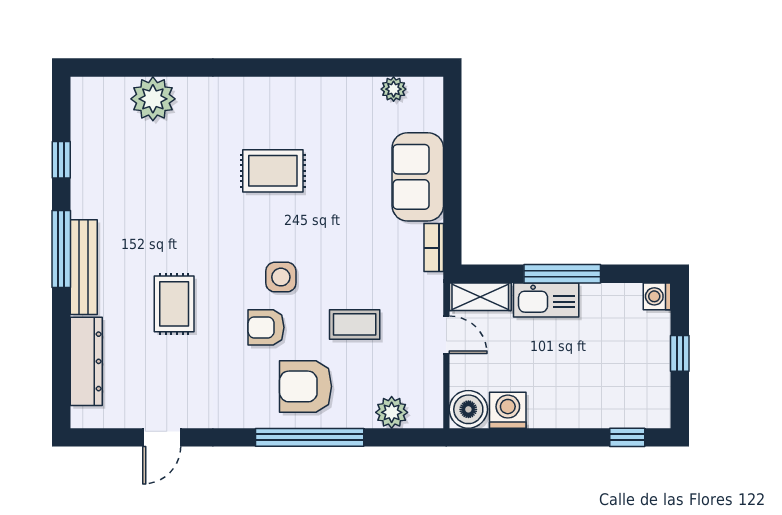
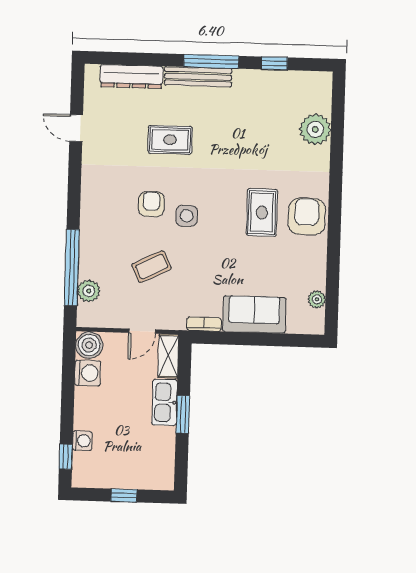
window: (562, 274) -> (183, 414), width x0.69
washing machine: (657, 296) -> (82, 441), moved, turned 90
coffee table: (355, 324) -> (152, 267), turned 64
armchair: (306, 386) -> (307, 216), moved
window: (310, 437) -> (72, 268), moved

